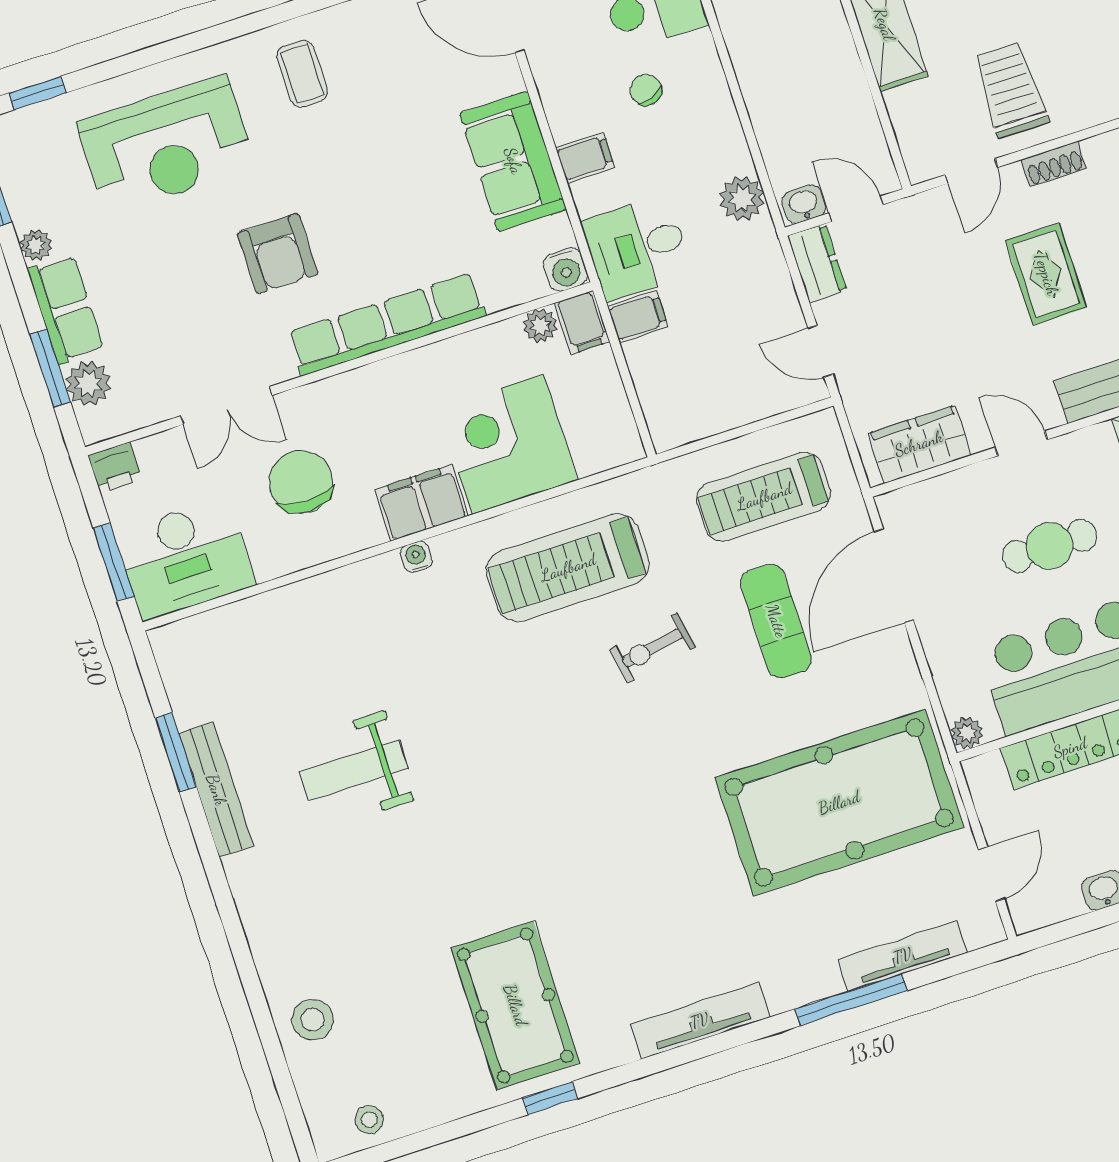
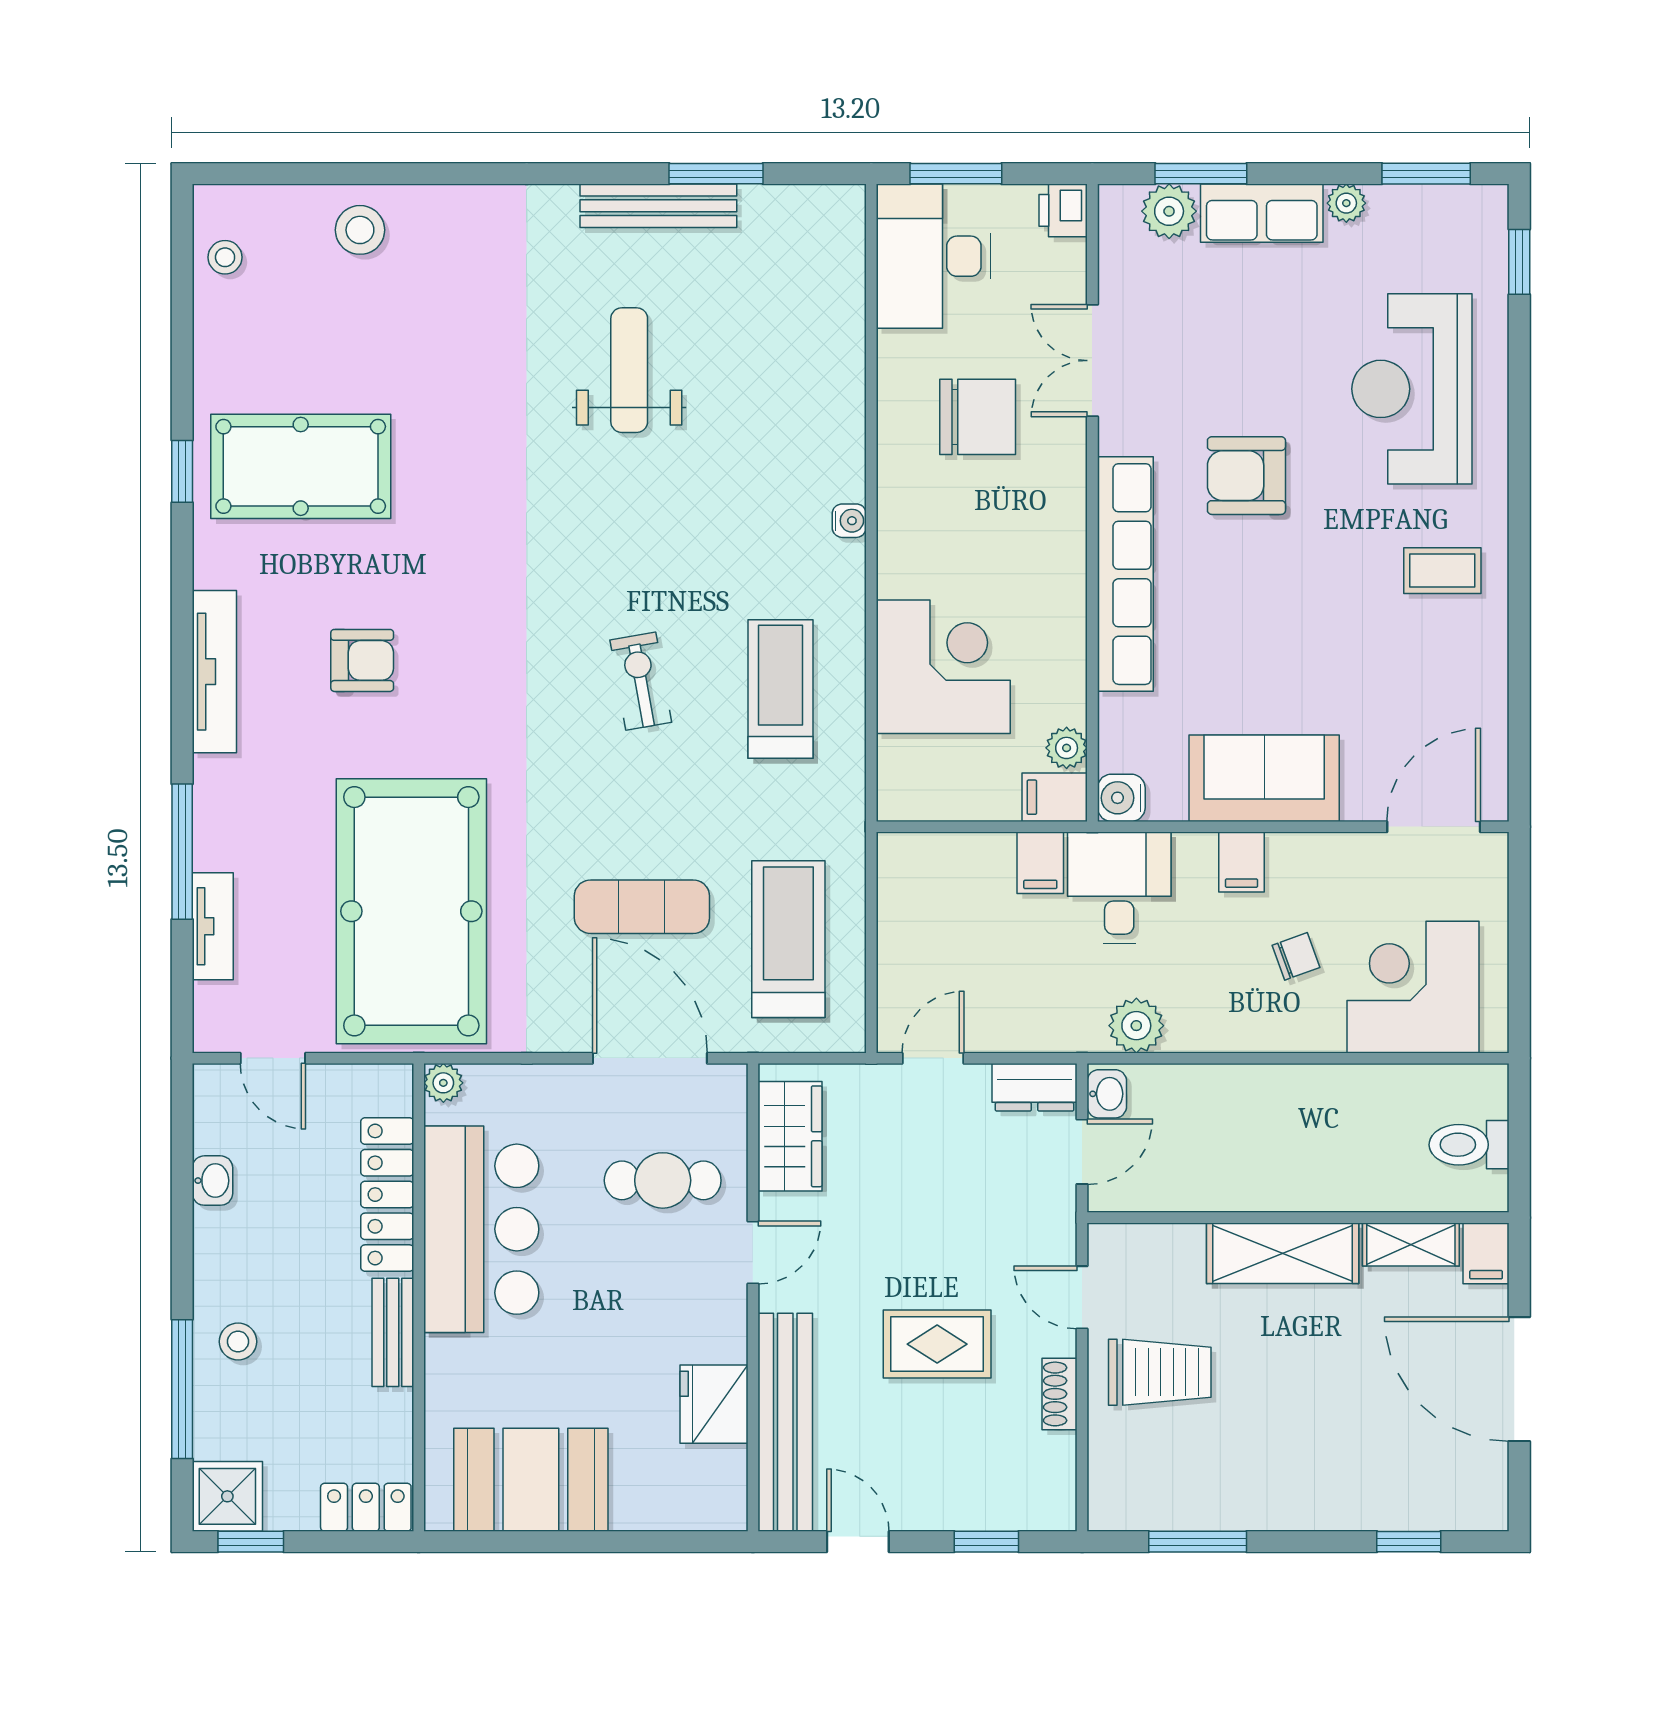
filing cabinet: (422, 503) -> (909, 547), removed
cafe table: (1049, 546) -> (663, 1180), moved, turned 90
treadmill: (568, 568) -> (781, 689), width x0.73, depth x0.73
exercise bike: (652, 648) -> (641, 681), moved
armchair: (653, 907) -> (362, 660), added
tv unit: (903, 956) -> (213, 926), width x0.71

